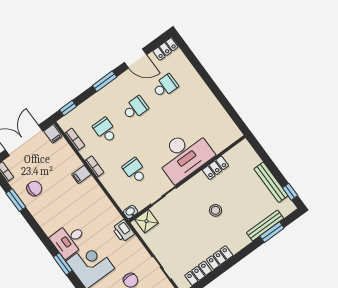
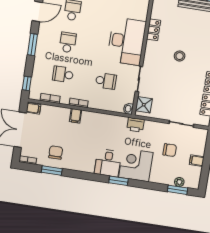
school desk: (135, 171) -> (106, 81), turned 180

